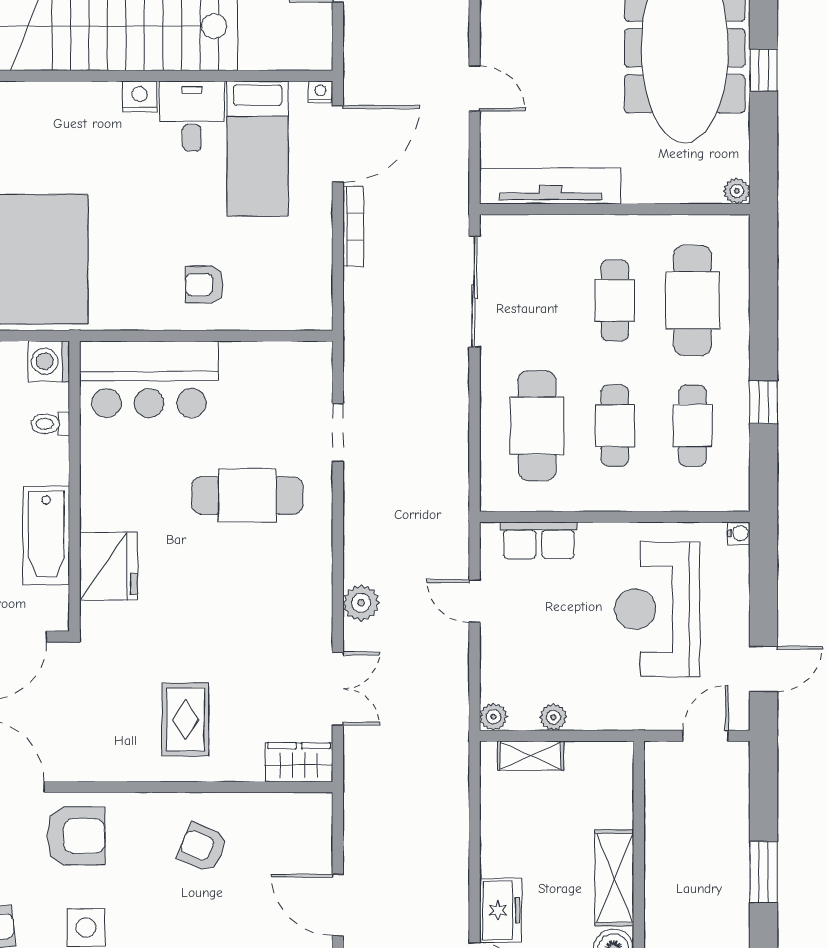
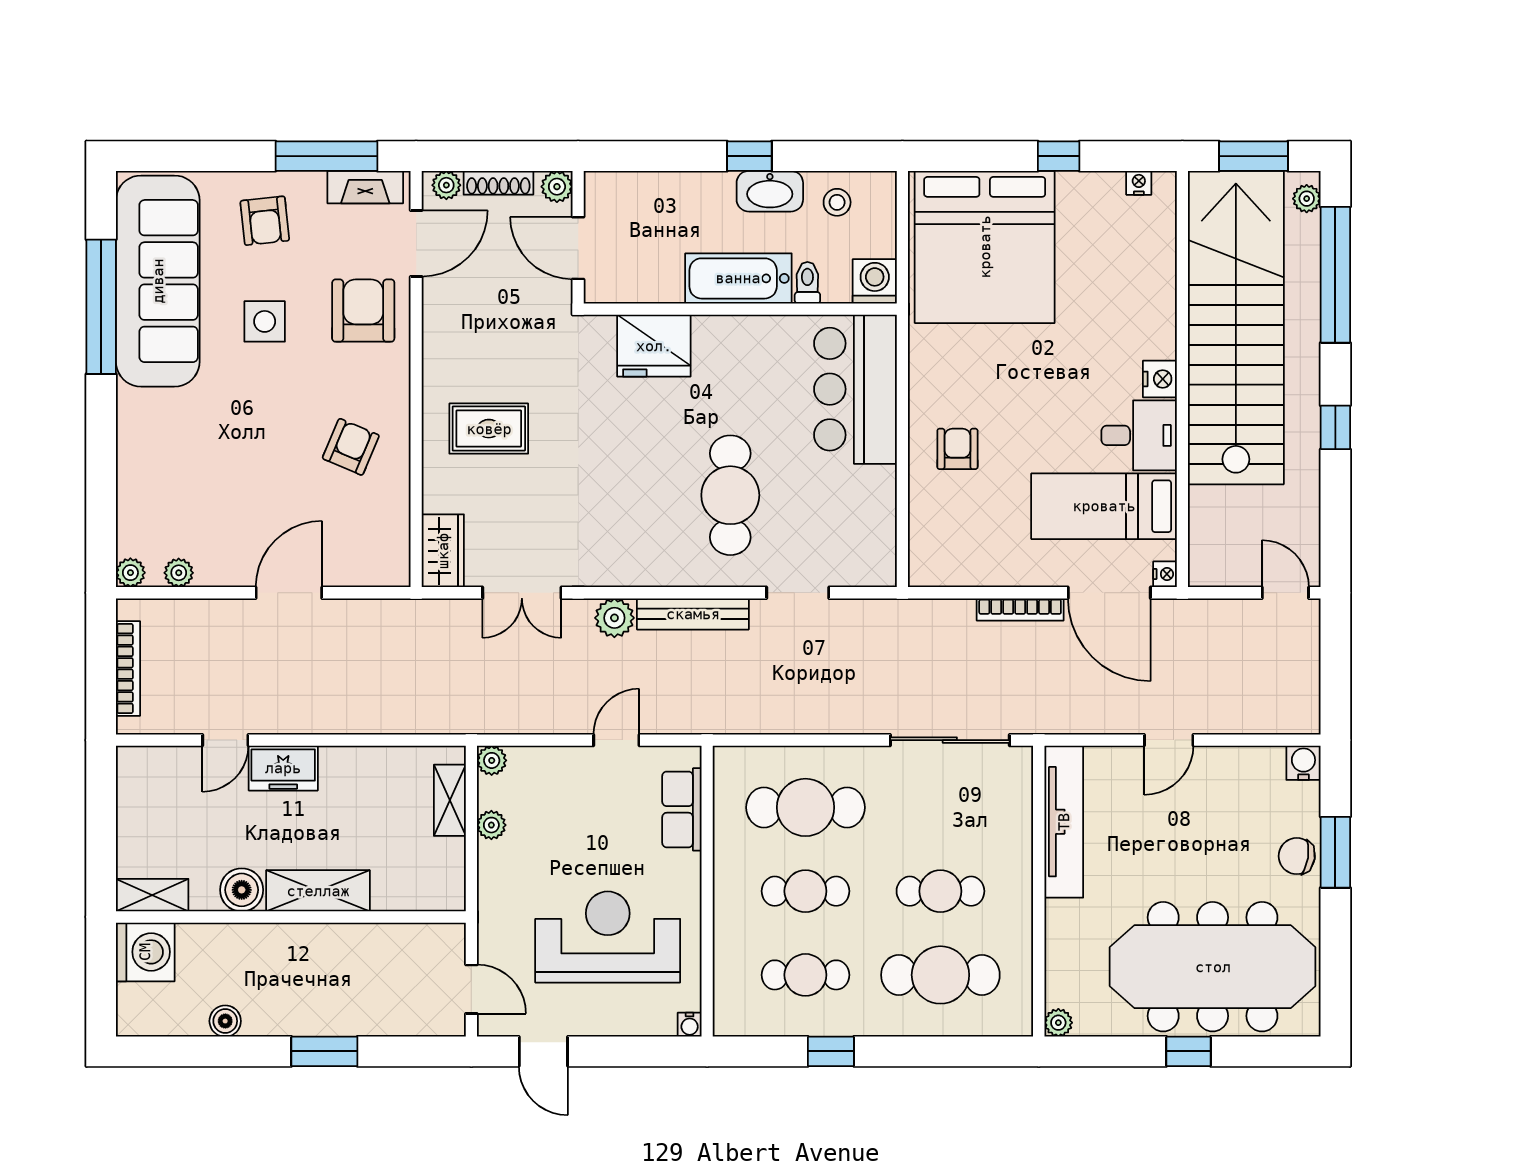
bench: (357, 530) -> (693, 614), added
bathtub: (46, 536) -> (738, 278), moved
armchair: (76, 836) -> (363, 311), turned 180

